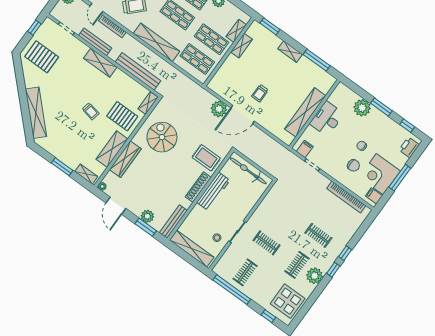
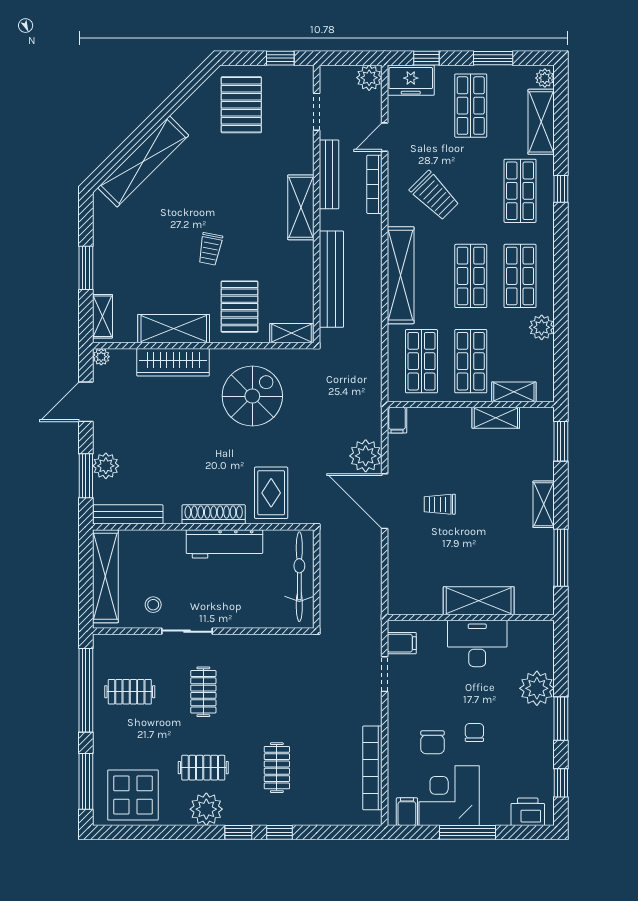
filing cabinet: (214, 86) -> (397, 420), added
shelving: (305, 112) -> (479, 601), width x0.68
window: (268, 316) -> (86, 781), width x2.17

